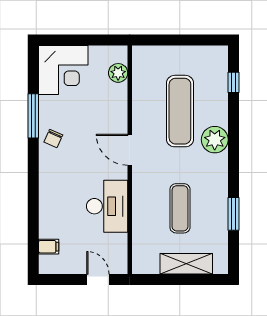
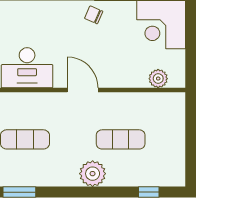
exercise mat: (180, 111) -> (121, 139), width x0.73, depth x0.69
door: (130, 150) -> (83, 90), hinge flipped

